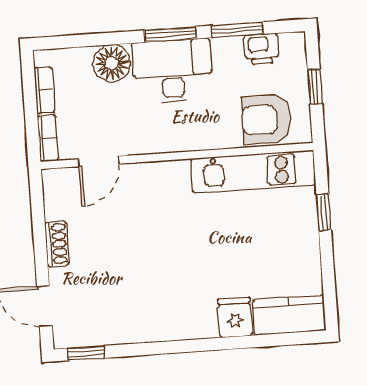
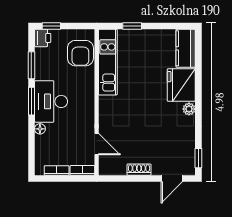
printer: (261, 49) -> (43, 38), moved
floor lamp: (112, 63) -> (40, 129), width x0.53, depth x0.53
window: (315, 87) -> (51, 26), moved
fridge: (235, 317) -> (181, 85), width x1.88, depth x1.34
plant: (176, 329) -> (189, 109), added

